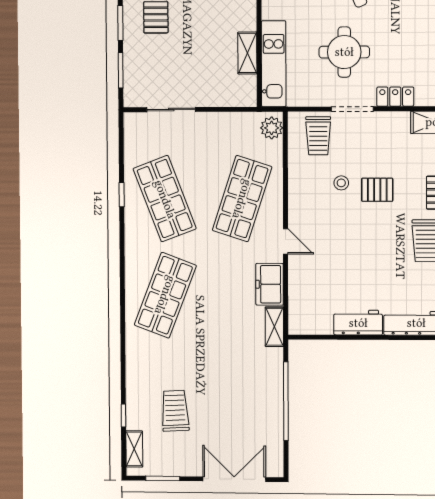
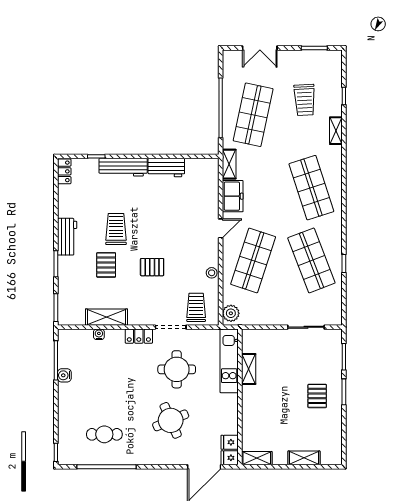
stool: (341, 183) -> (212, 273), moved
door: (285, 241) -> (221, 228), swing flipped
shop shelf: (165, 295) -> (311, 188), turned -39
shop shelf: (243, 392) -> (253, 115), added
shelving: (134, 449) -> (336, 131), moved
double door: (234, 479) -> (260, 48), width x0.73

